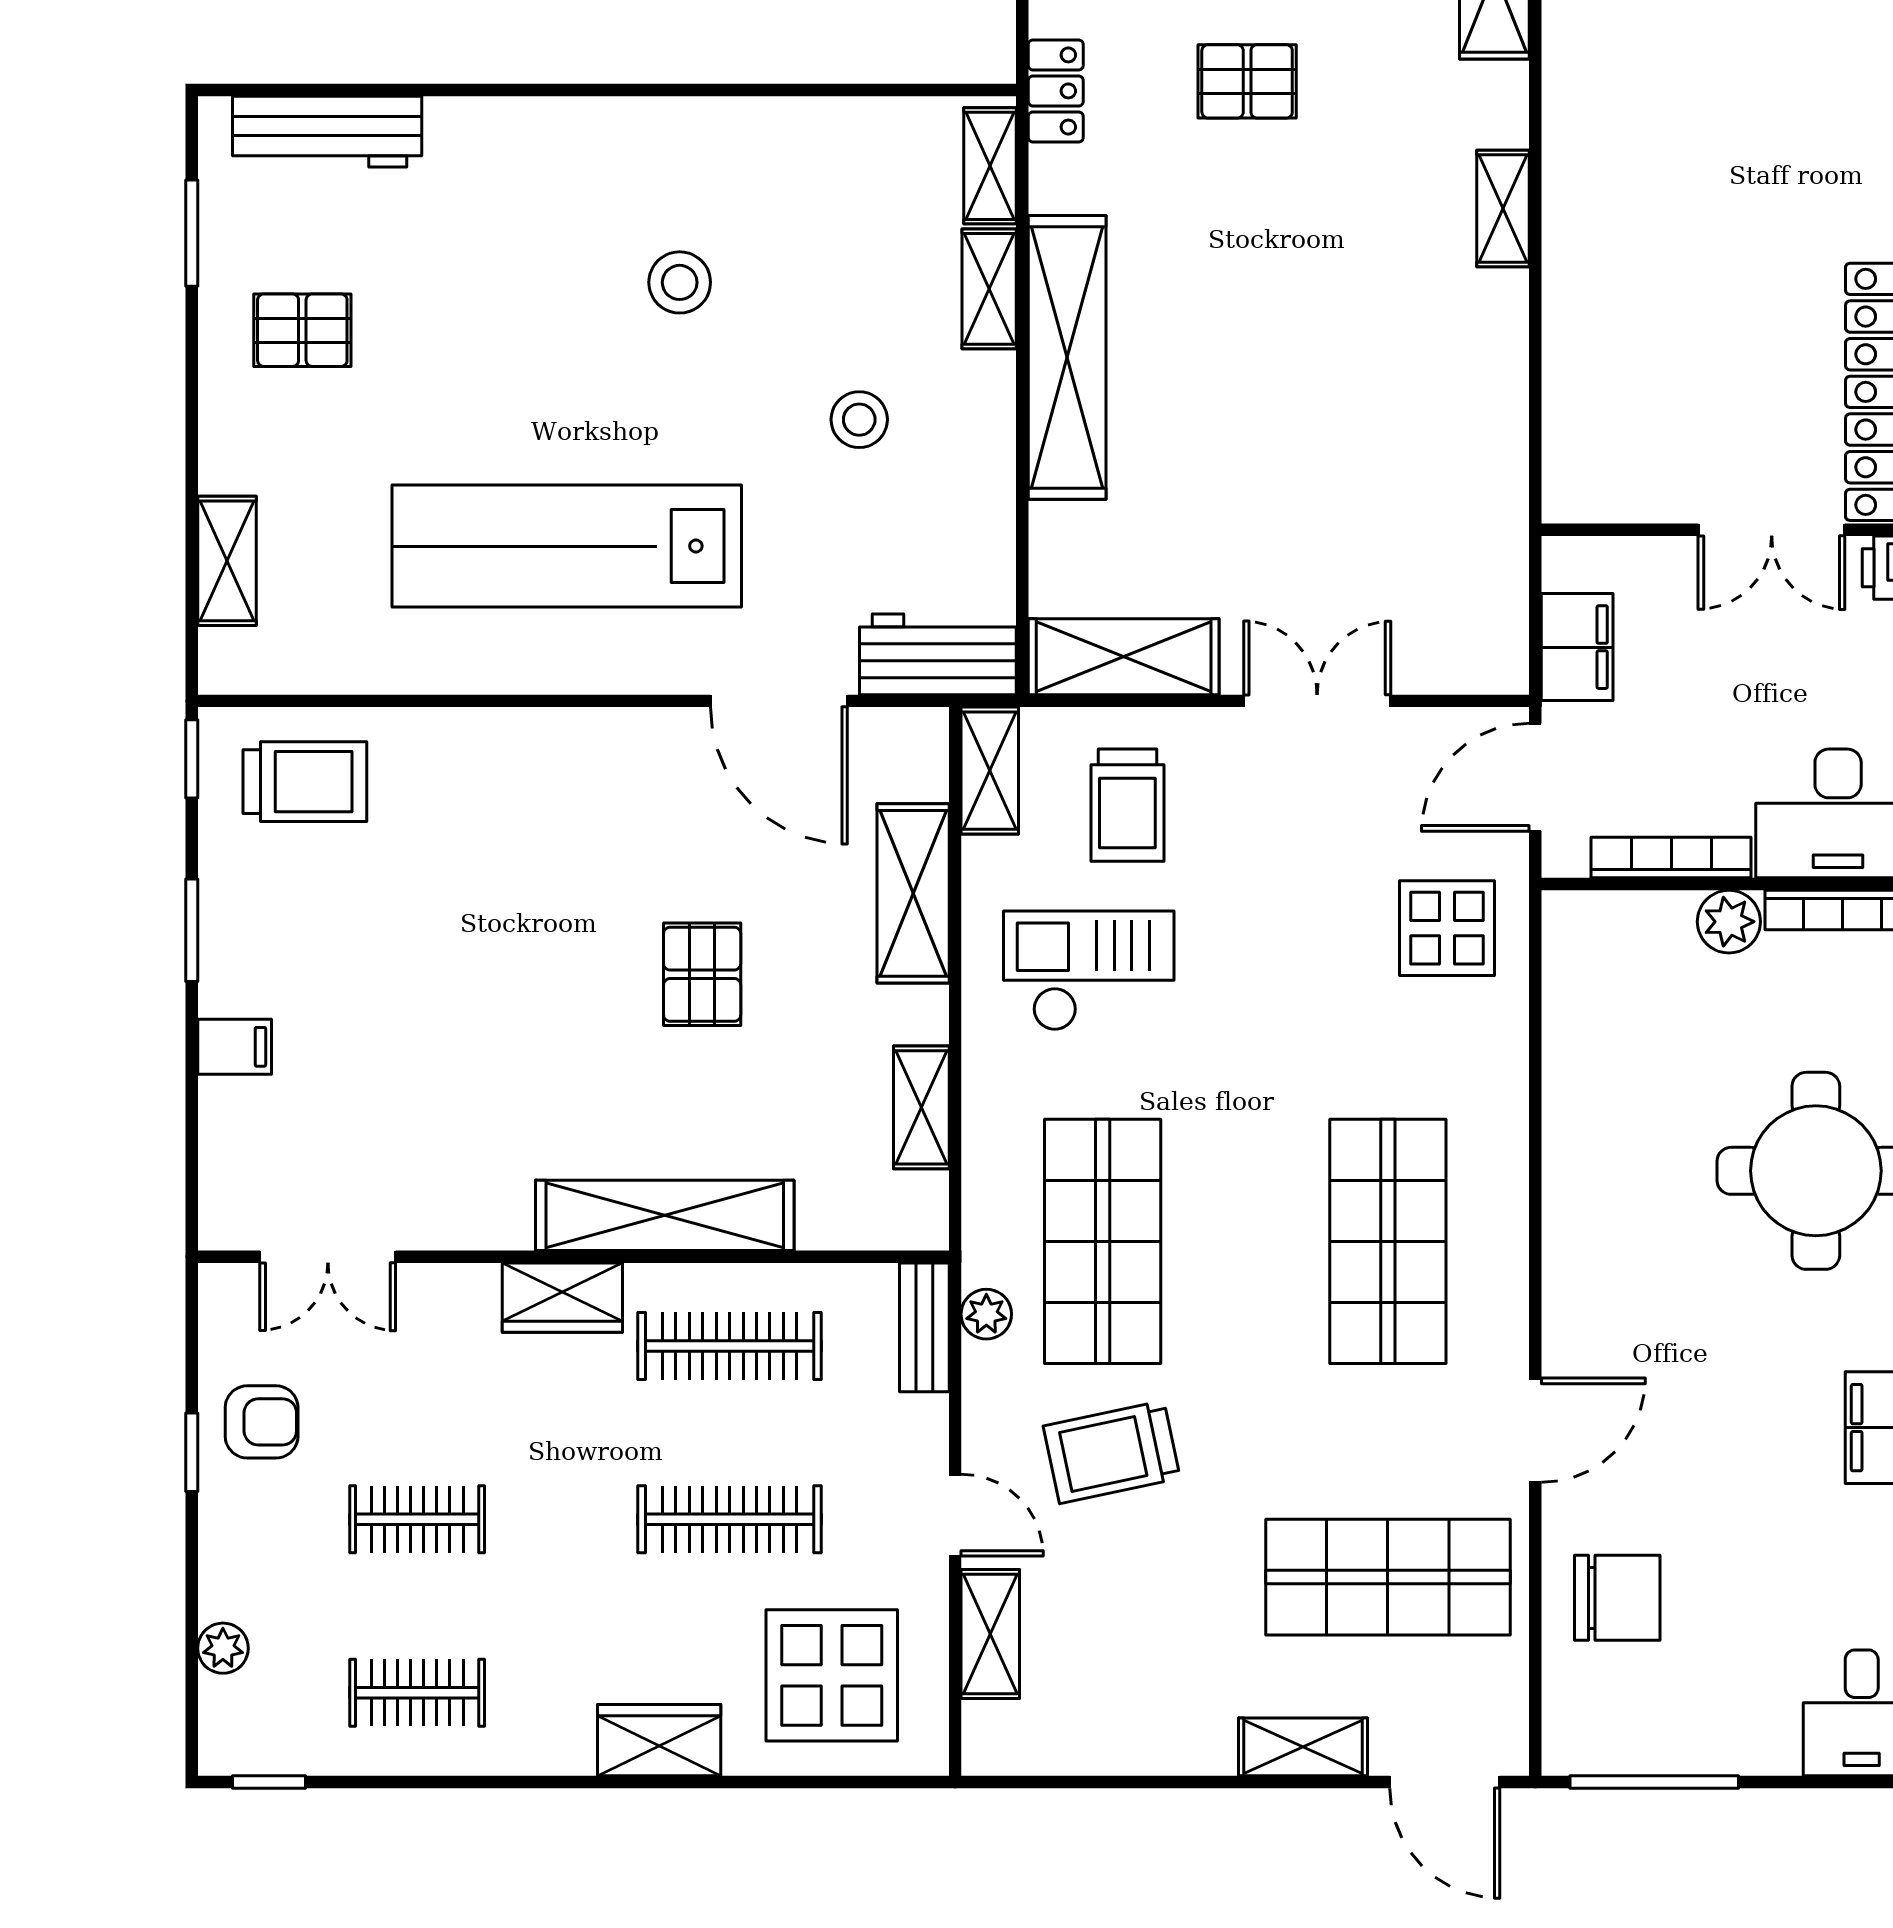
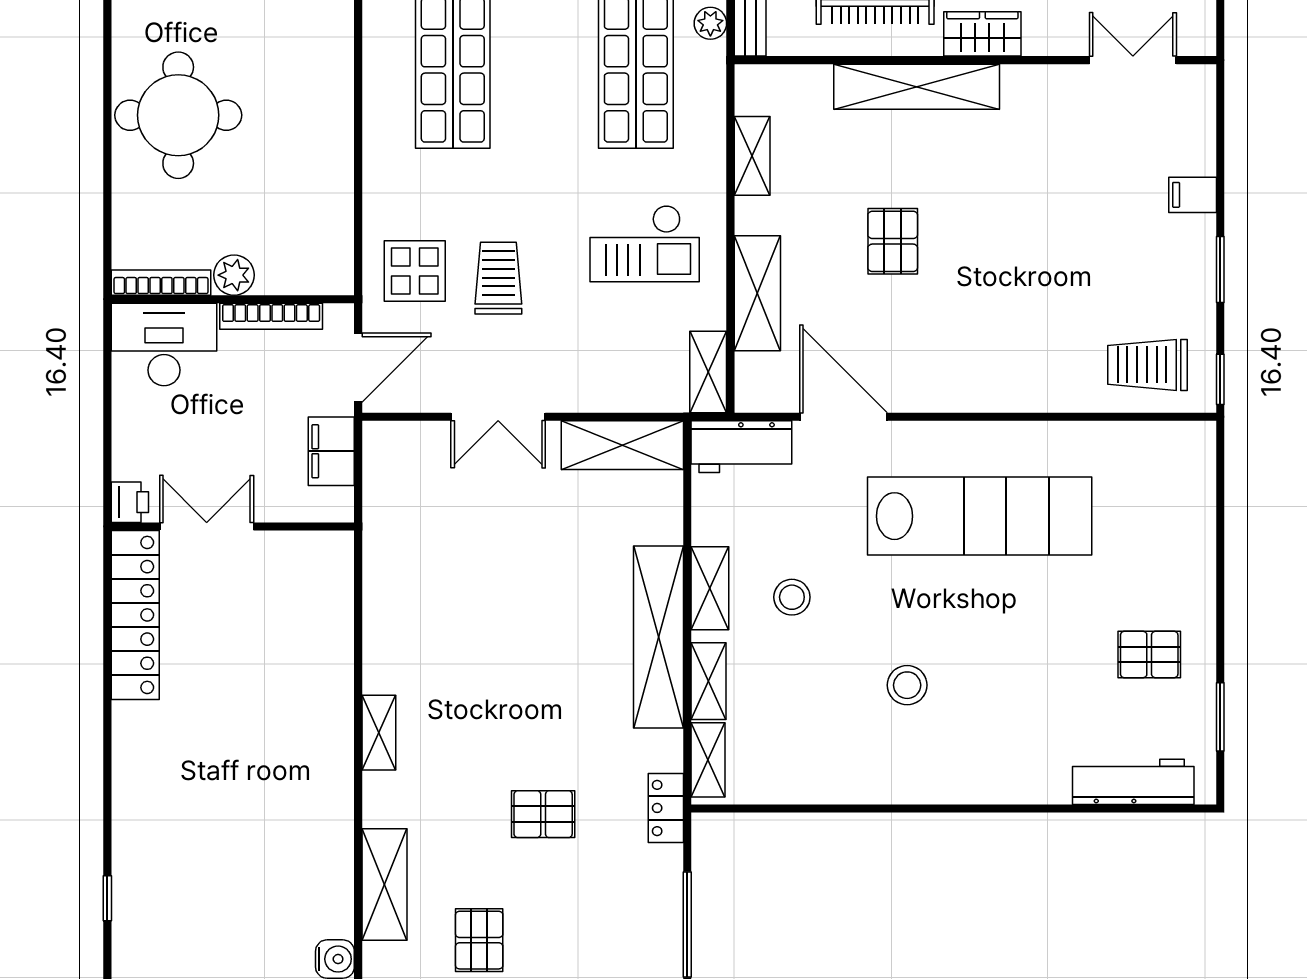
shelving: (227, 561) -> (710, 588), moved
trolley: (1127, 805) -> (498, 278), moved

